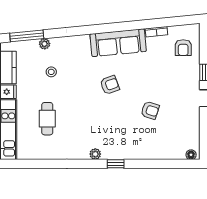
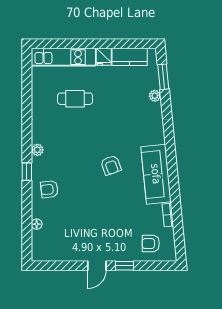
window: (27, 36) -> (163, 77), width x0.69
stool: (51, 72) -> (125, 103), removed
armchair: (150, 110) -> (49, 189), moved, turned 66
floor lamp: (191, 155) -> (37, 224), moved

